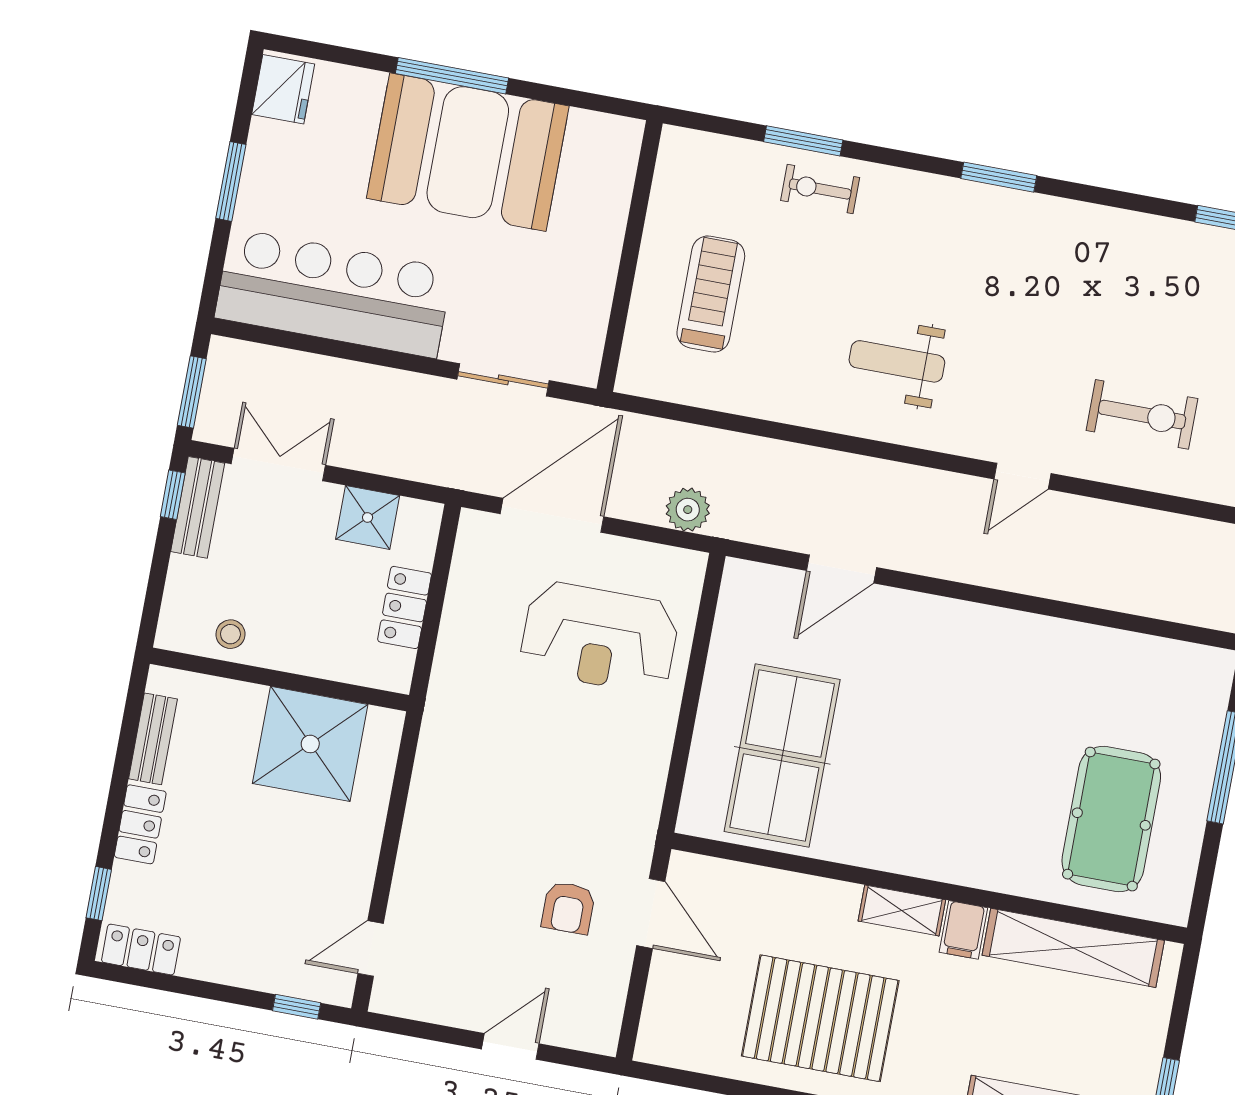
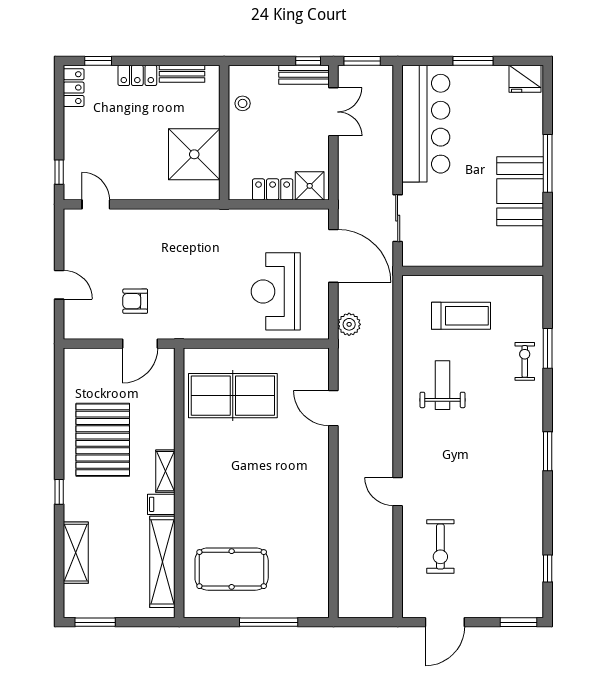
booth: (468, 152) -> (520, 191), width x0.73, depth x0.70
weight bench: (897, 361) -> (443, 385), moved
shower: (368, 517) -> (310, 186), moved

